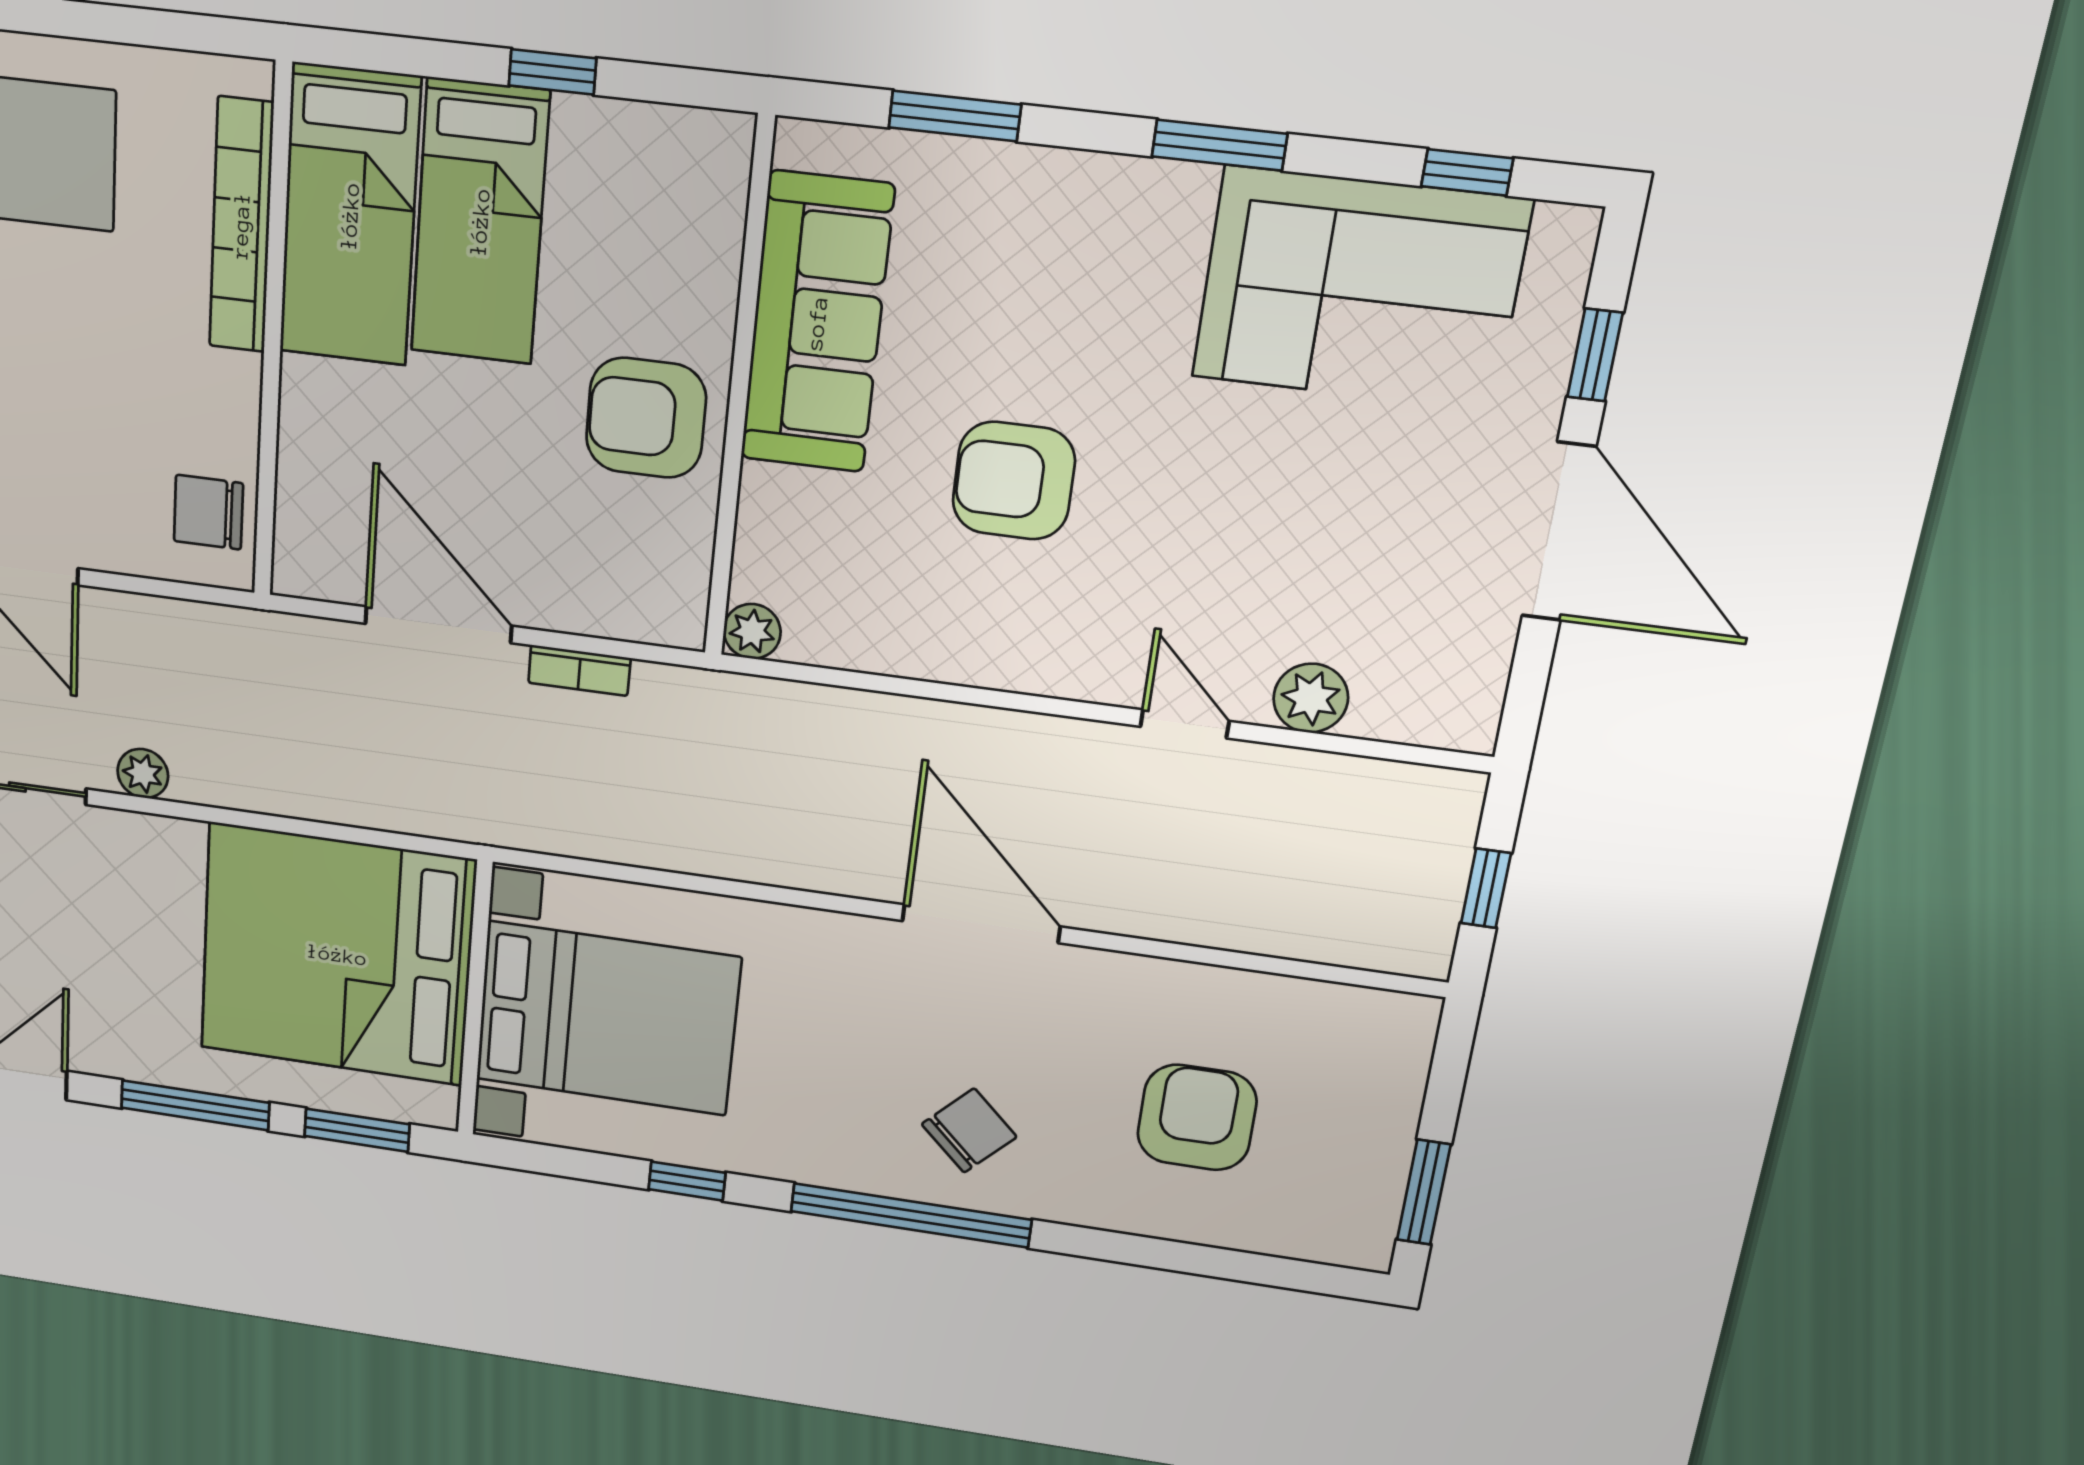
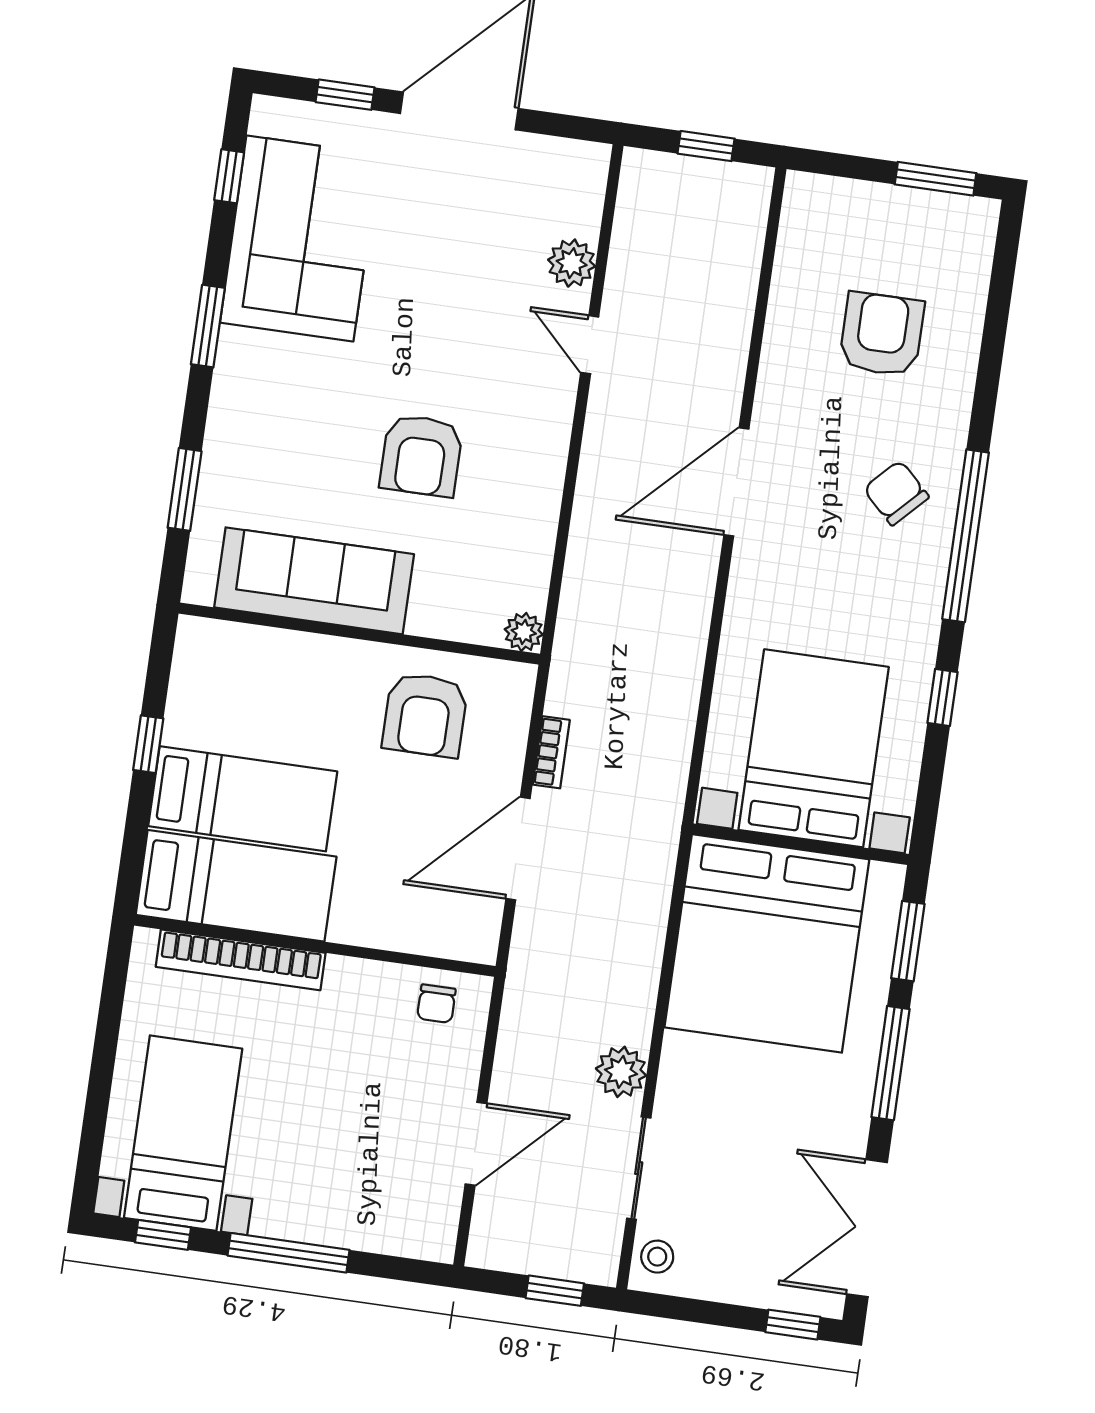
armchair: (646, 418) -> (425, 715), moved
chair: (208, 512) -> (436, 1004), width x0.73, depth x0.73
door: (1185, 724) -> (590, 345), hinge flipped
plant: (143, 773) -> (621, 1072), width x1.38, depth x1.38
armchair: (1197, 1117) -> (882, 334), turned 90

